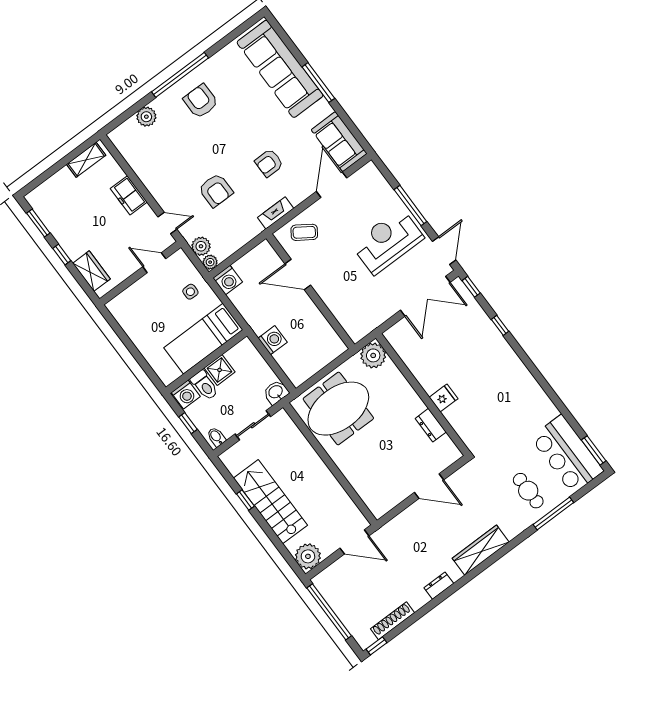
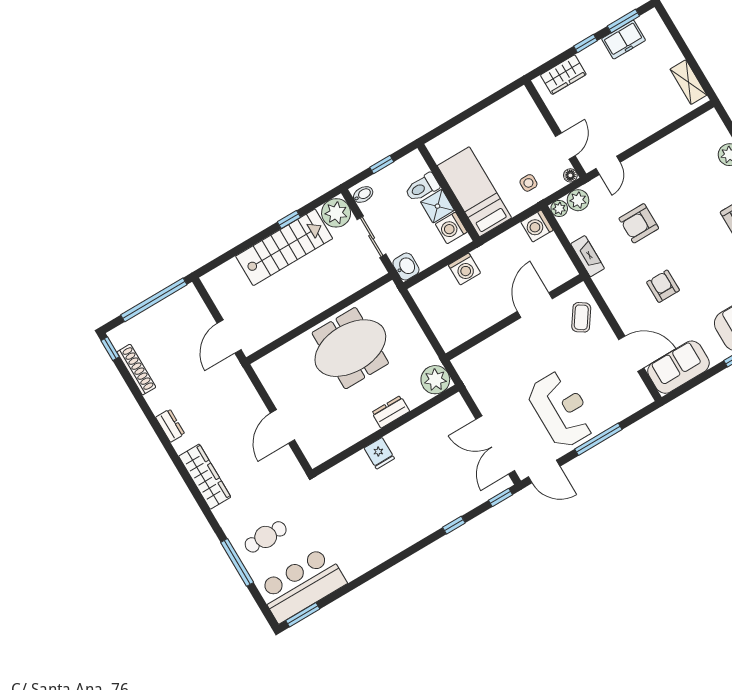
freezer: (129, 195) -> (624, 40), moved, turned 180
fireplace: (276, 213) -> (588, 256), moved
floor lamp: (180, 255) -> (570, 175), added
washing machine: (186, 394) -> (451, 228), moved
meeting table: (338, 409) -> (350, 348), moved, turned 90
dresser: (431, 425) -> (391, 412), moved
plant: (308, 556) -> (336, 213), moved

